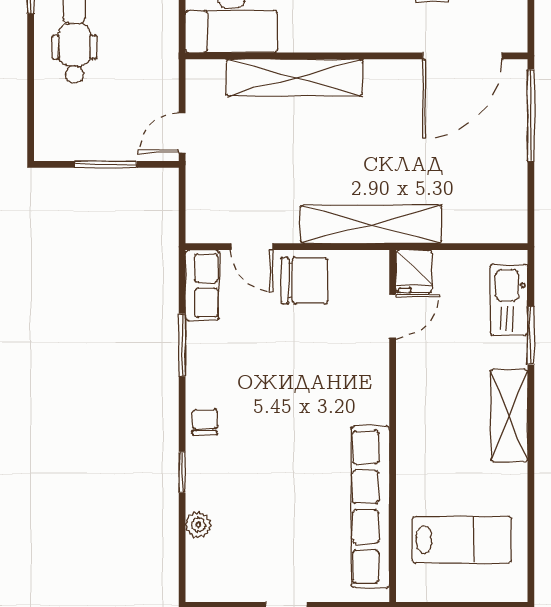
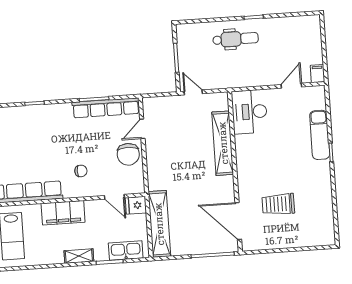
shelving: (371, 224) -> (159, 224), moved
row of seats: (202, 285) -> (106, 108), width x2.02
shelving: (509, 416) -> (79, 256), width x0.67, depth x0.75
chair: (205, 422) -> (81, 171), moved
filing cabinet: (419, 427) -> (63, 213), added
plant: (198, 525) -> (11, 112), removed

